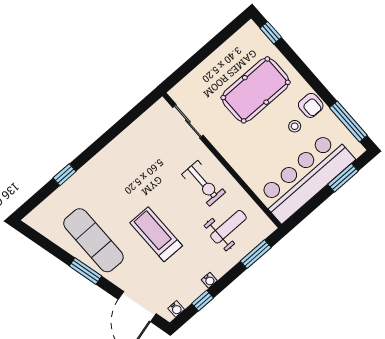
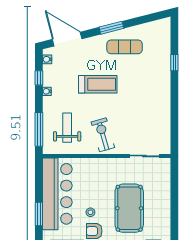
exercise bike: (204, 183) -> (103, 135), turned 74
weight bench: (228, 227) -> (67, 128), turned 180
exercise mat: (93, 240) -> (125, 47), width x0.73, depth x0.69
window: (256, 254) -> (39, 129), width x1.44

